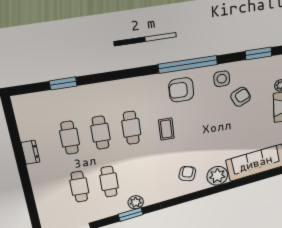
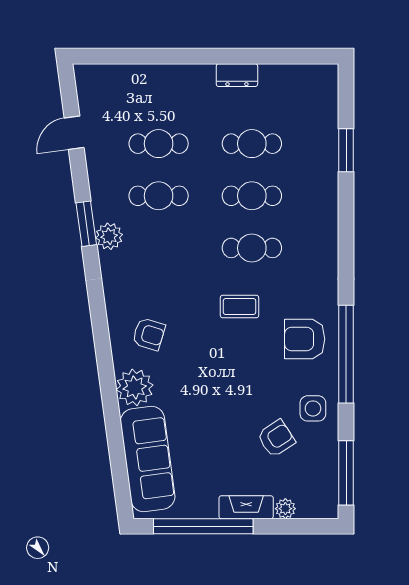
window: (259, 54) -> (346, 473), width x1.44
armchair: (181, 90) -> (305, 339), turned -90
armchair: (241, 97) -> (276, 438), turned -97

